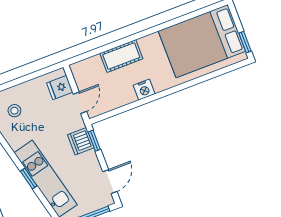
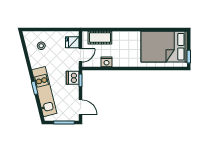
cot: (121, 56) -> (100, 38), moved
nightstand: (144, 90) -> (107, 62), moved
door: (110, 182) -> (81, 107), hinge flipped

